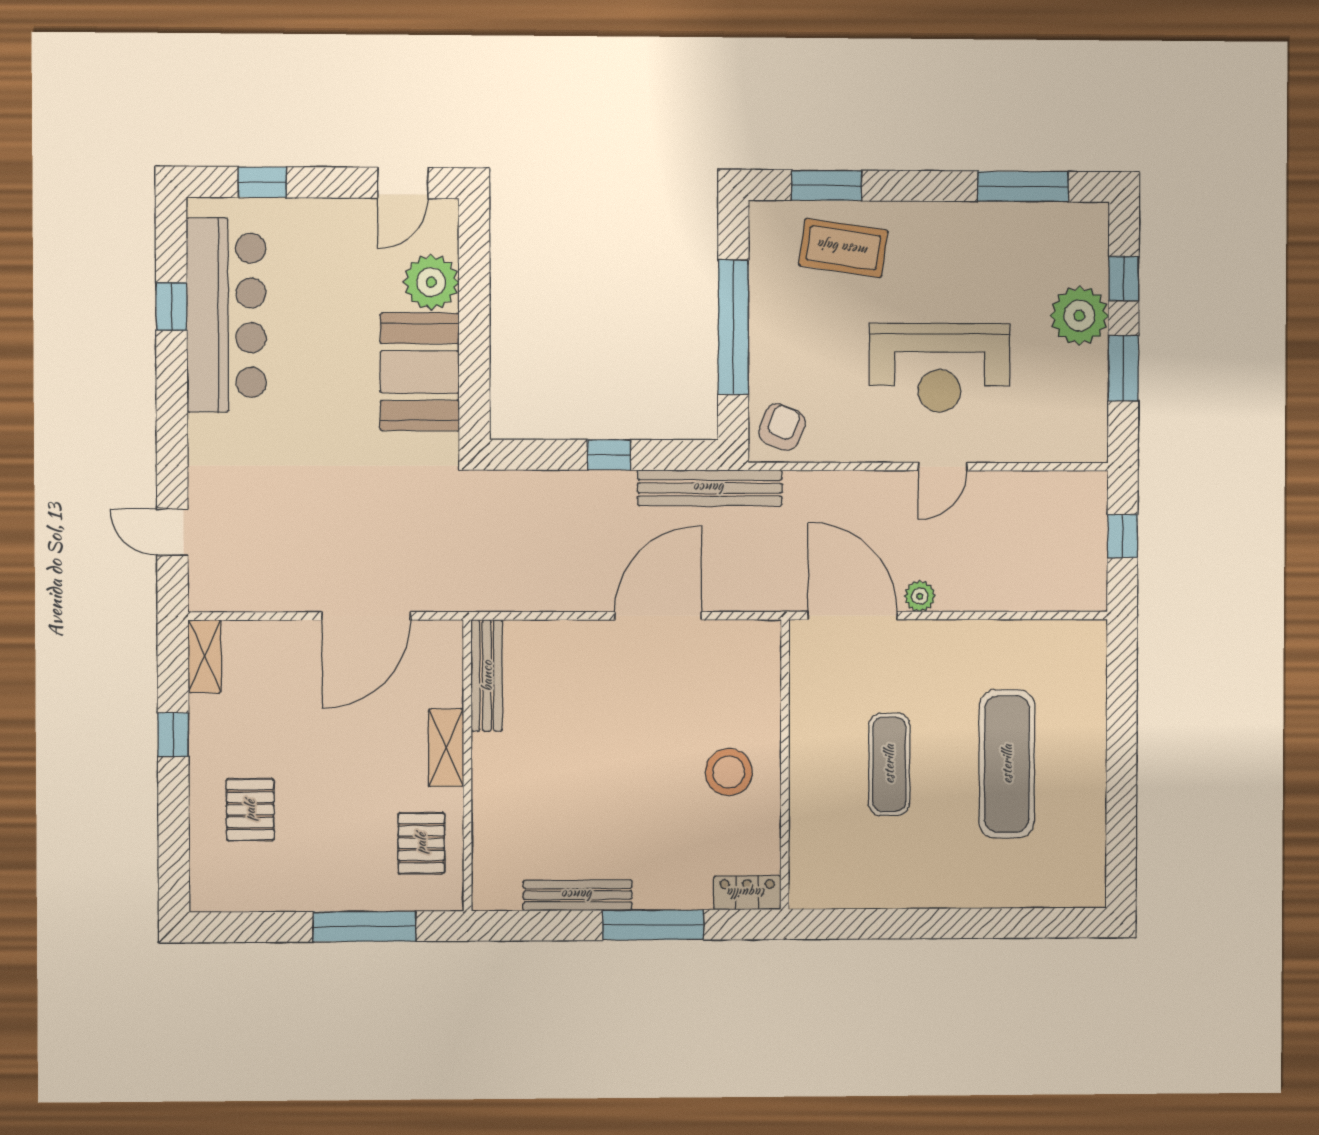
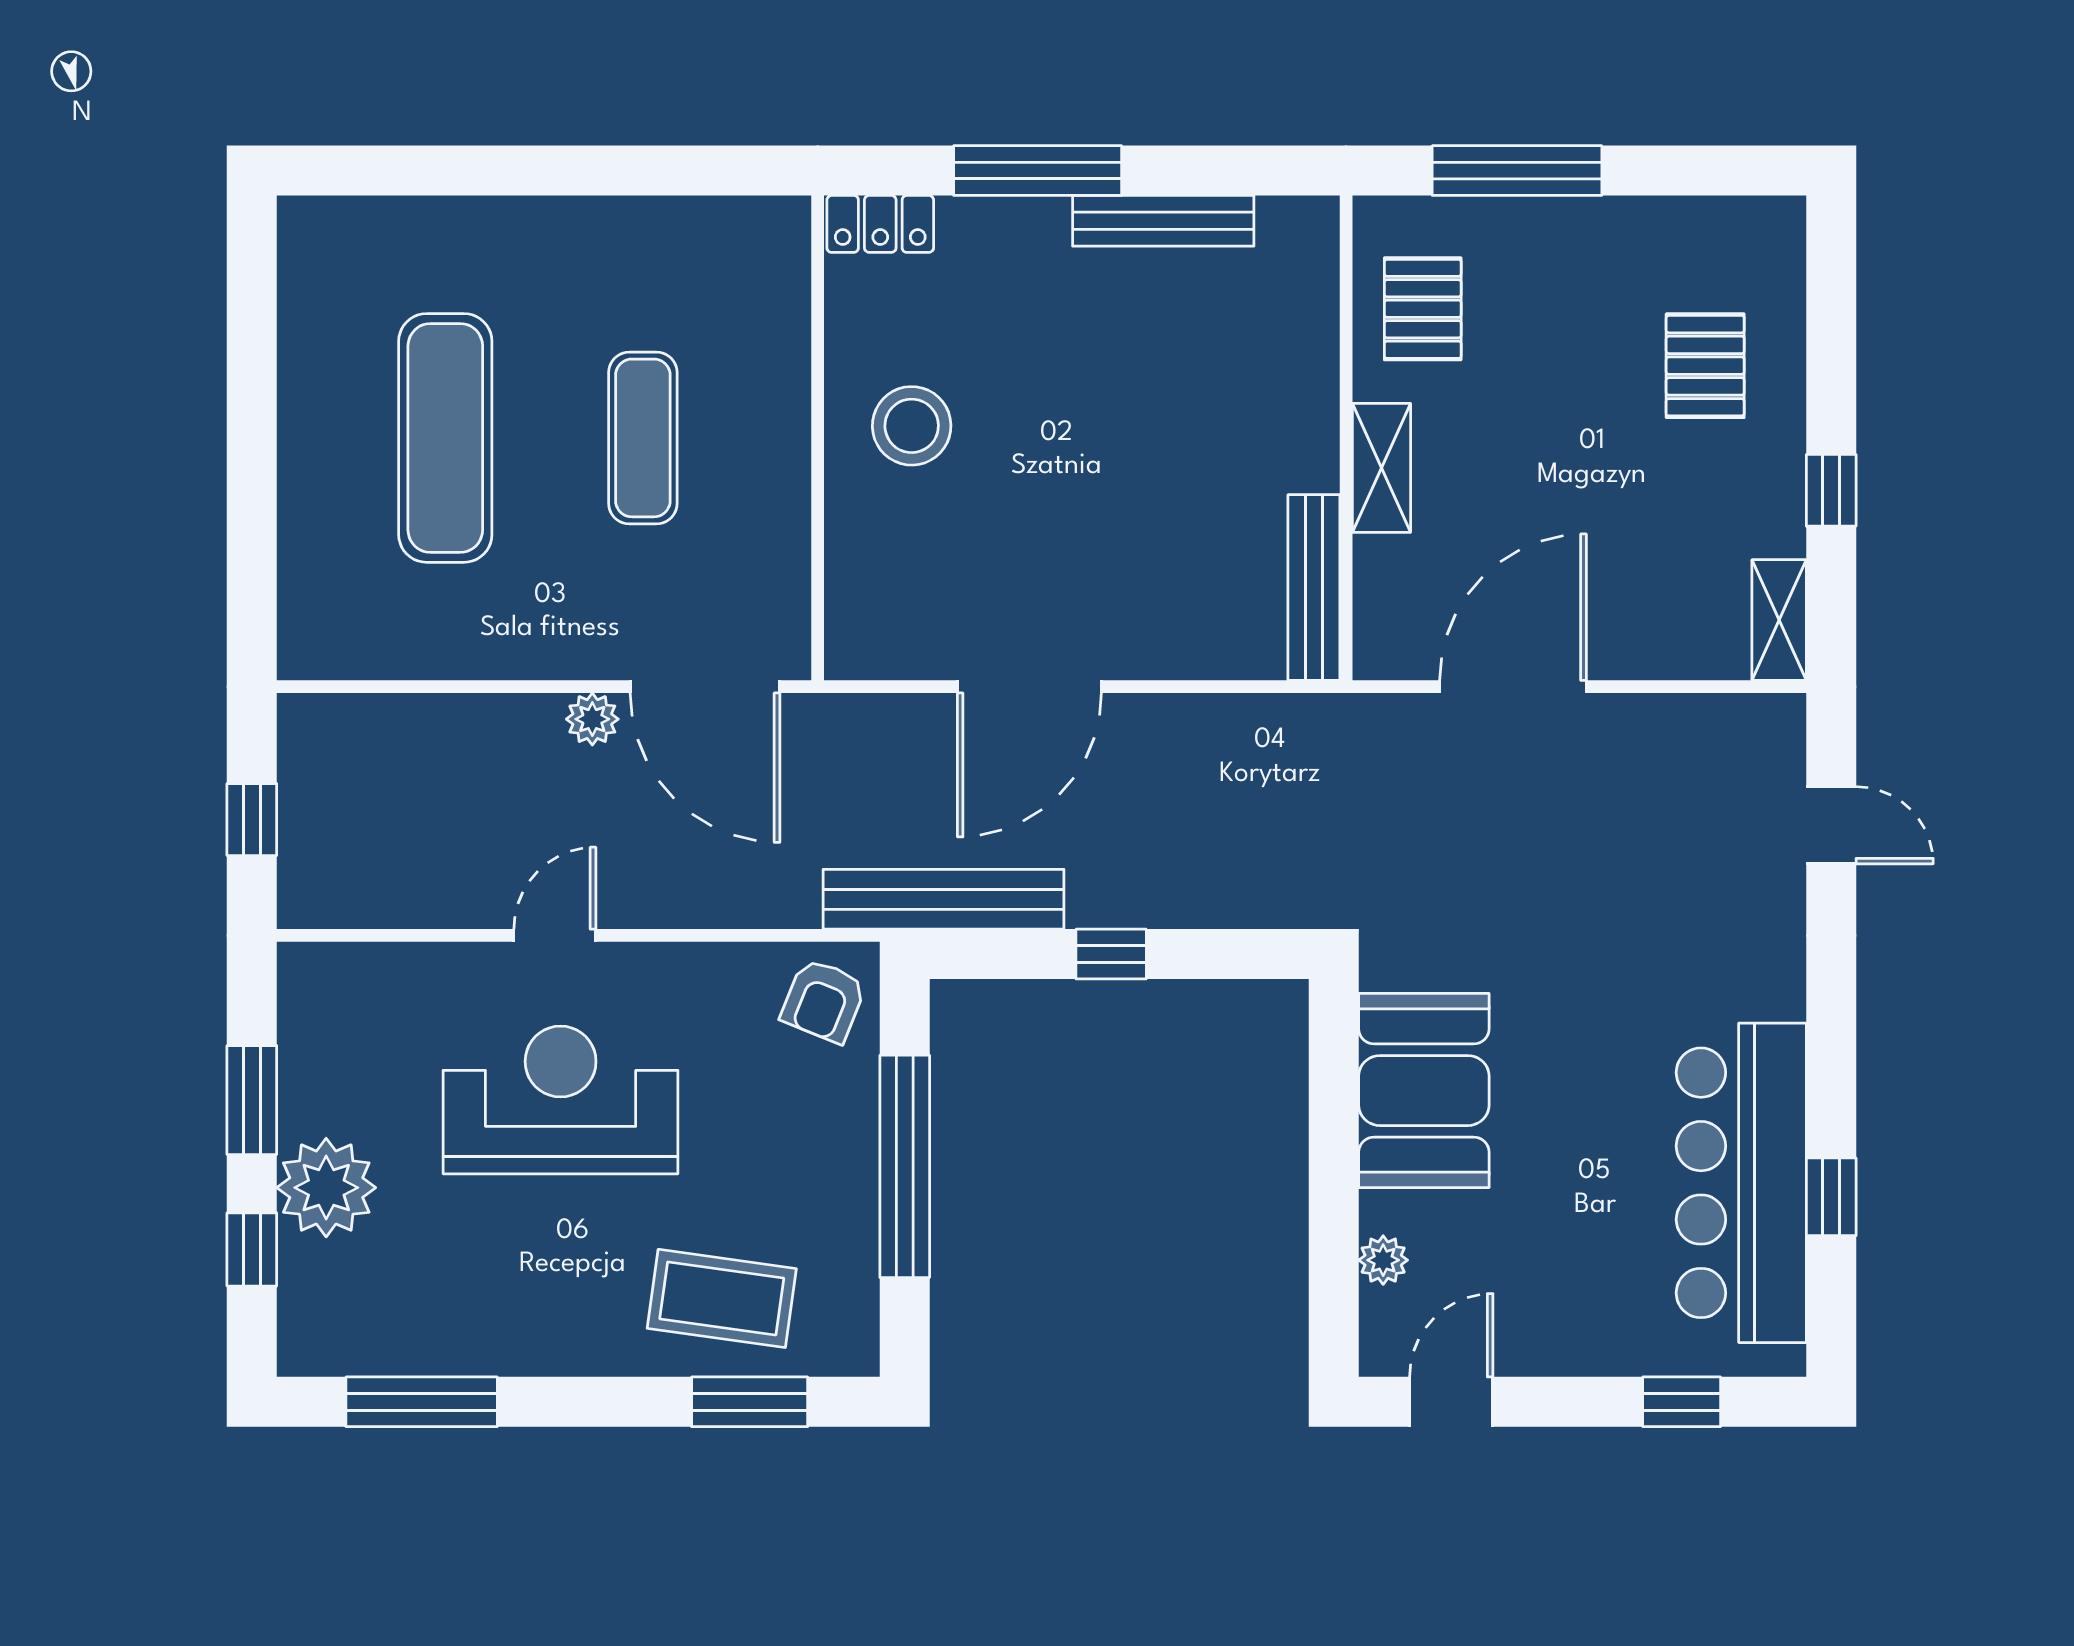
plant: (431, 282) -> (1383, 1260), width x0.53, depth x0.53

